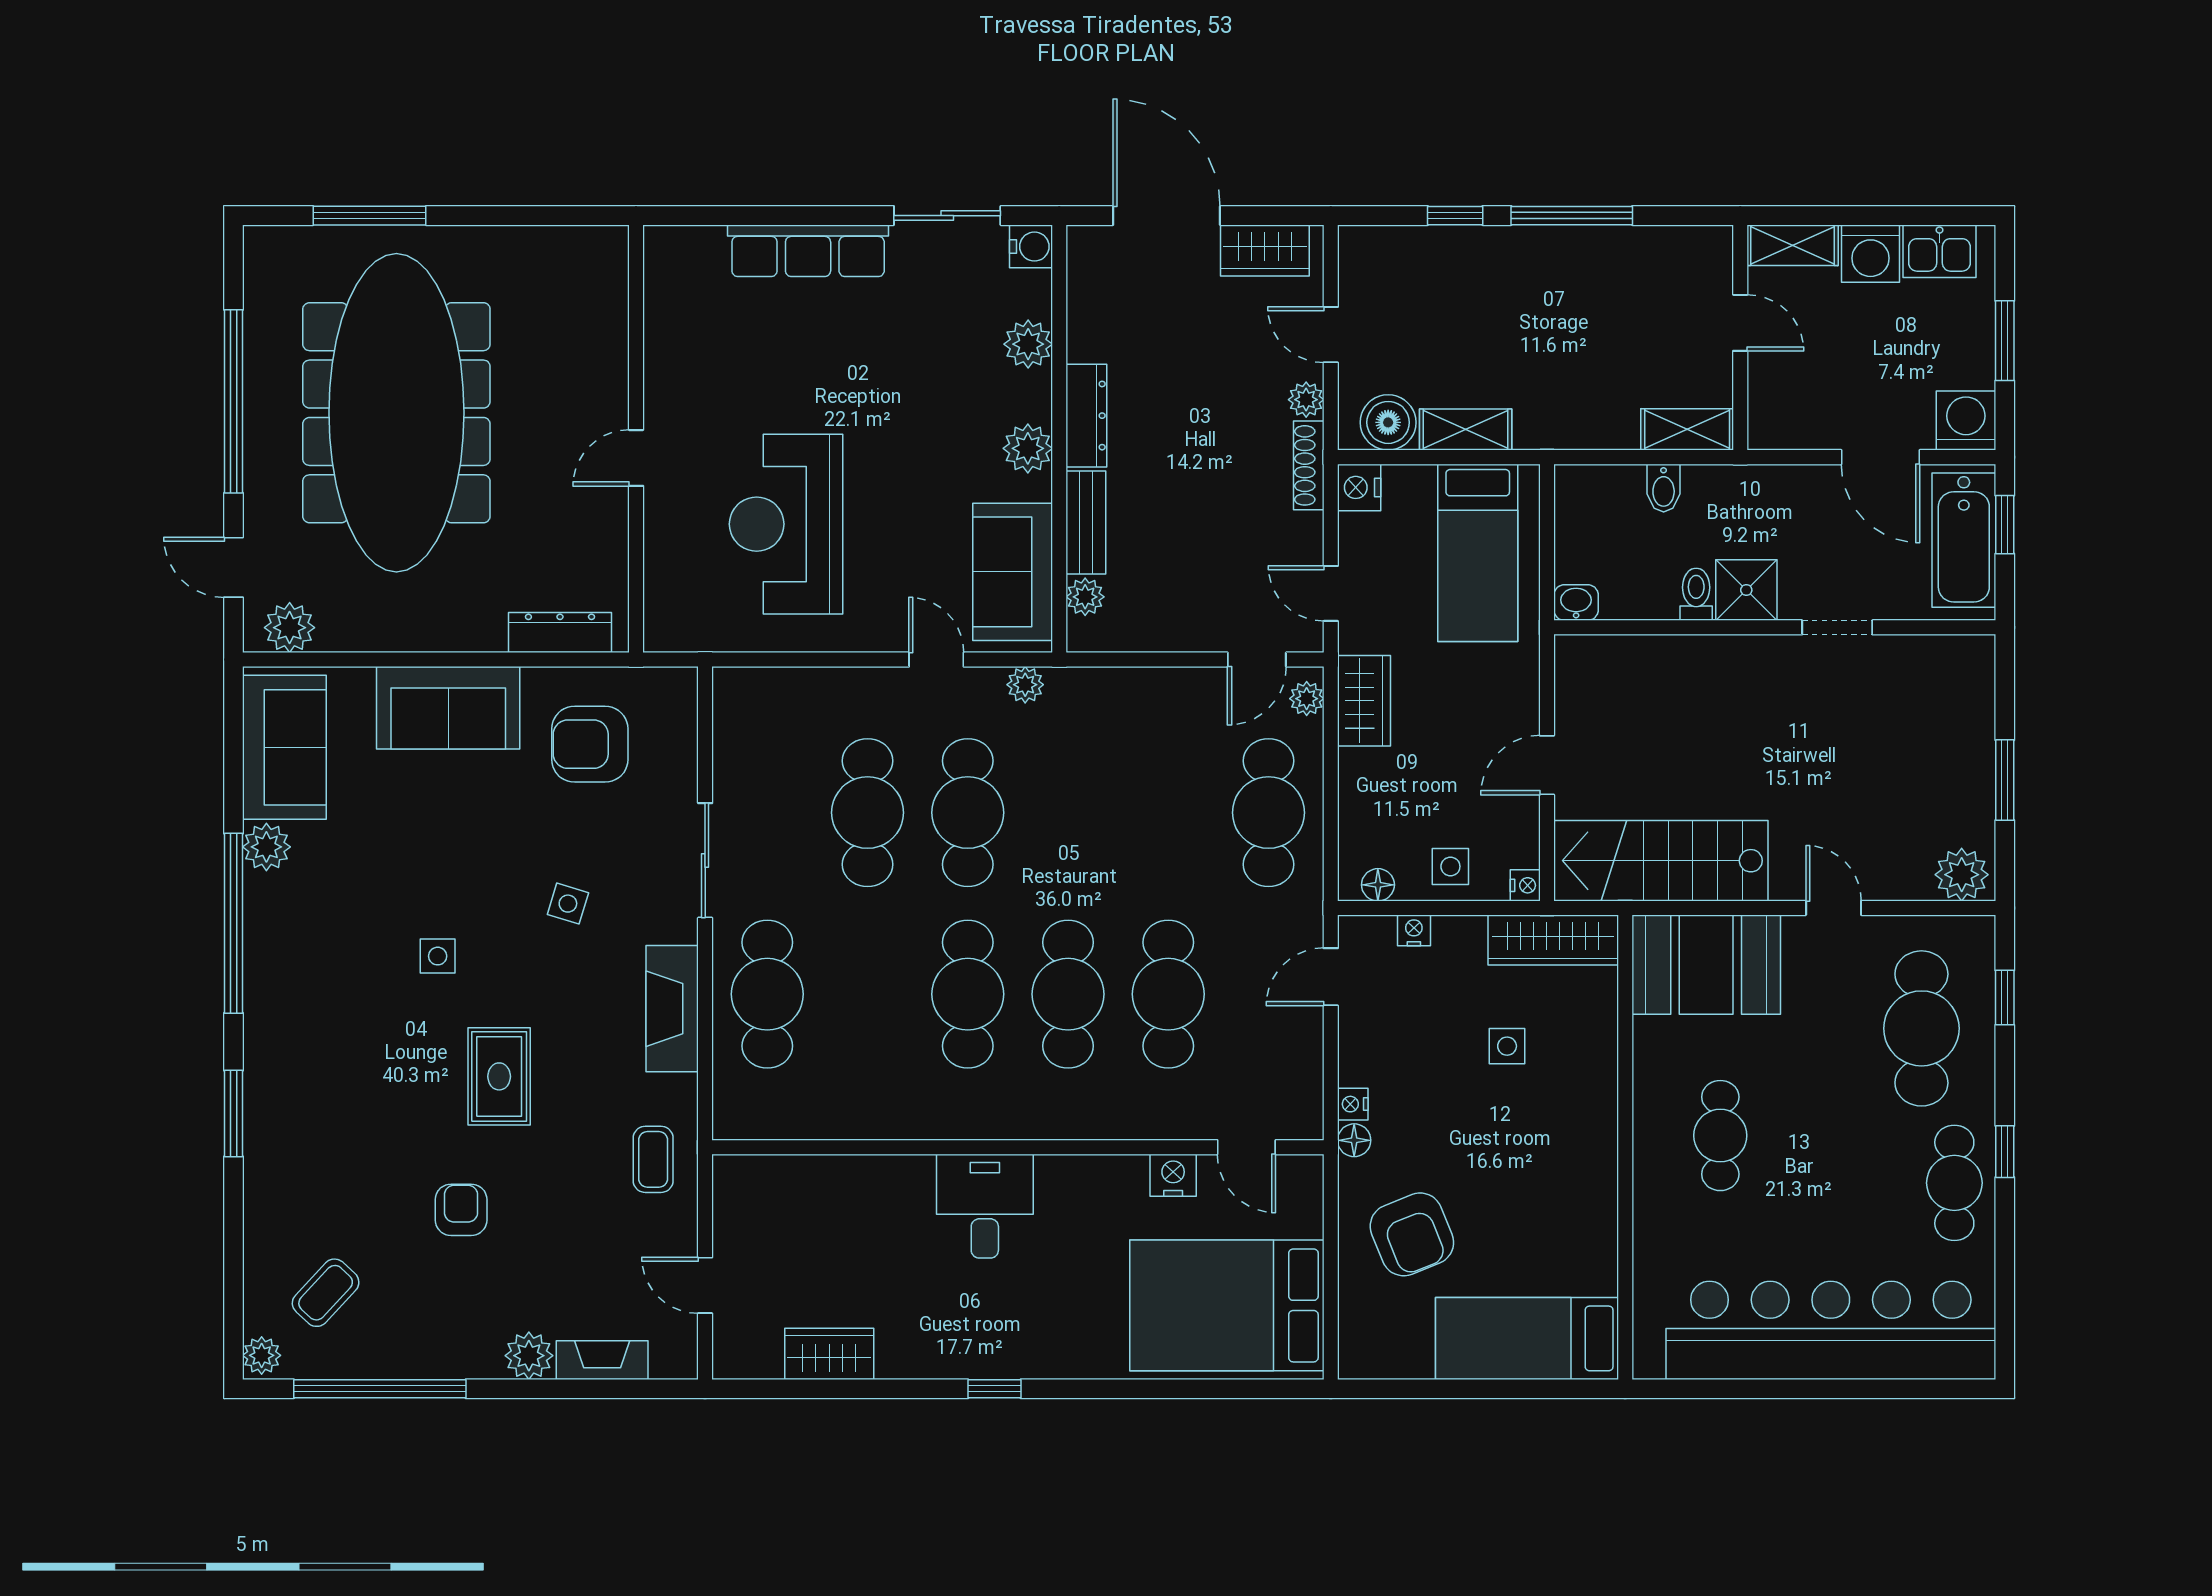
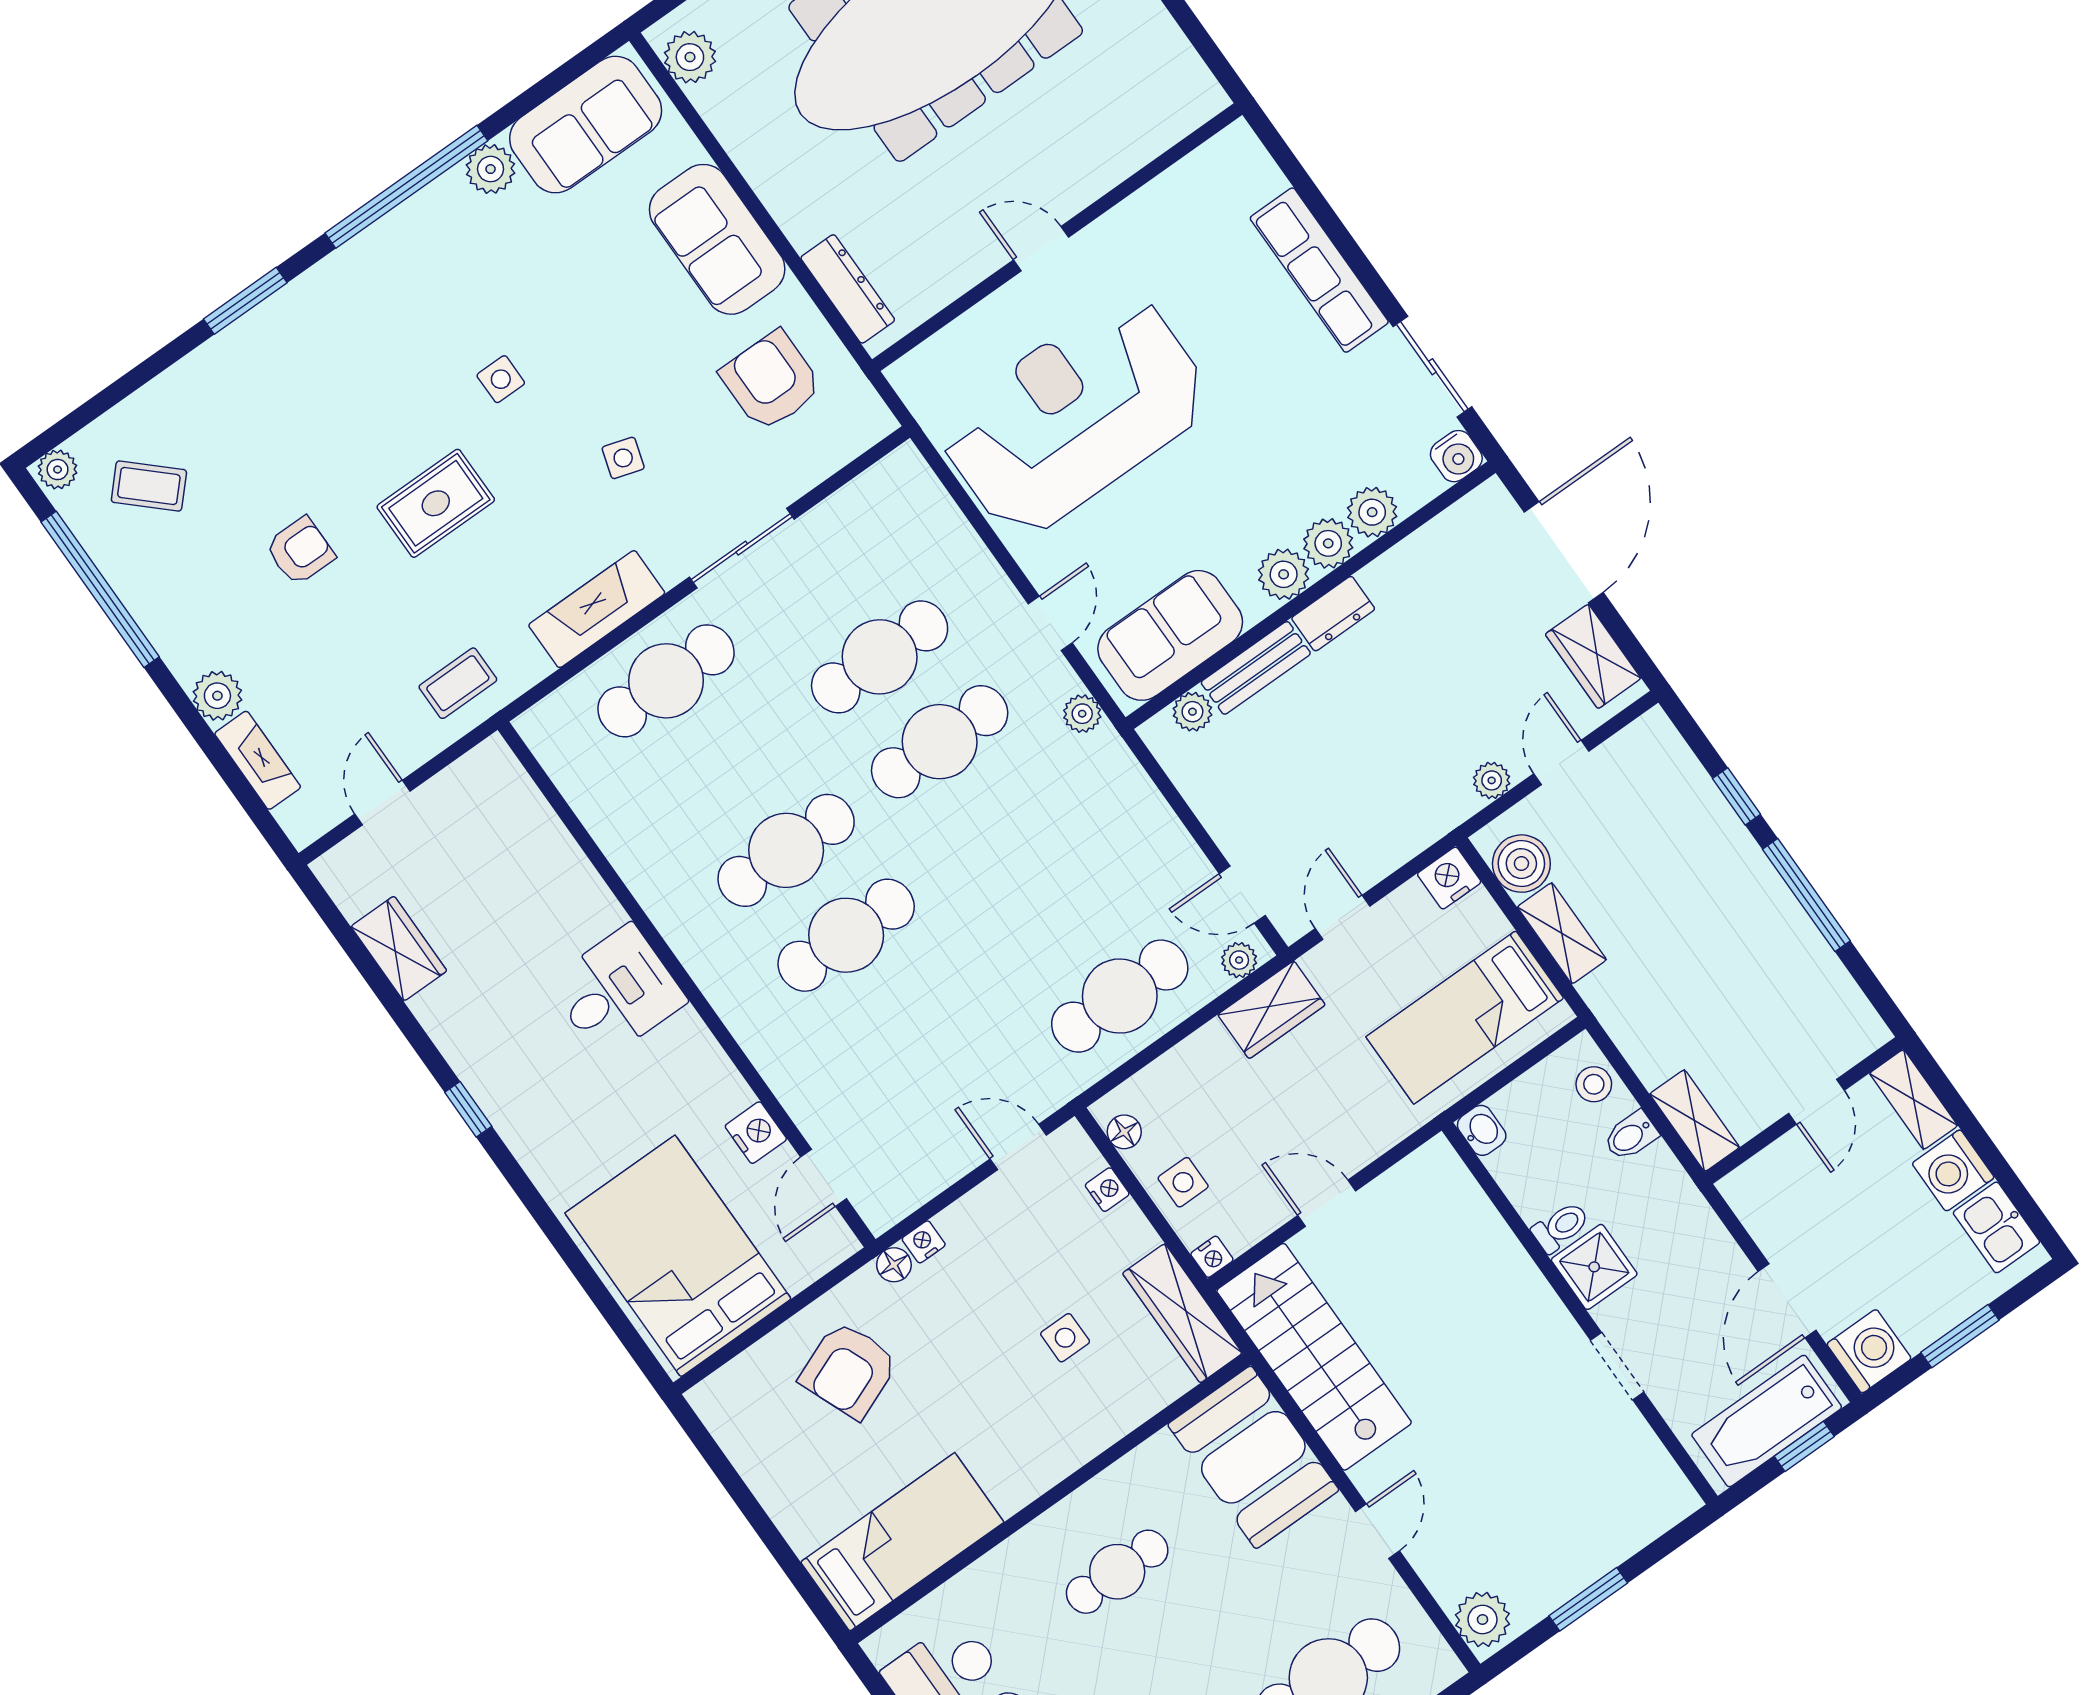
plant: (1028, 396) -> (1328, 543), added
dresser: (1086, 416) -> (1333, 614), width x0.70
shoe rack: (1309, 465) -> (1437, 822), removed
stool: (1602, 488) -> (1594, 1084), added
reception desk: (786, 524) -> (1075, 415), width x1.36, depth x1.30
cafe table: (1168, 994) -> (906, 1020), removed
bed: (1527, 1338) -> (902, 1542), moved, turned 90

